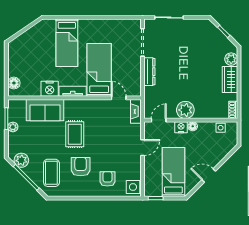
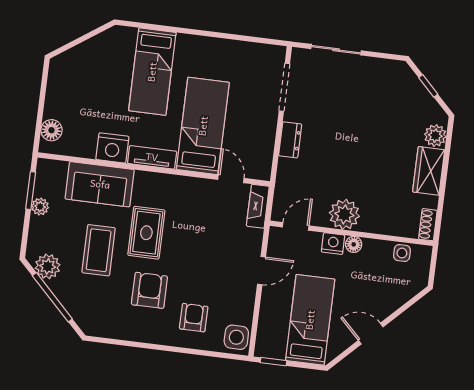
dresser: (149, 72) -> (290, 140), width x0.70
coffee table: (51, 173) -> (99, 250), moved

